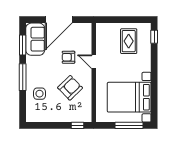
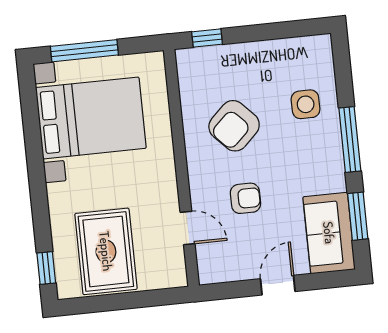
door: (59, 20) -> (278, 285), width x0.53
rug: (129, 41) -> (106, 251), width x1.36, depth x1.43
door: (94, 62) -> (188, 228), moved

